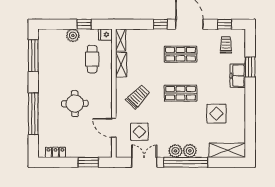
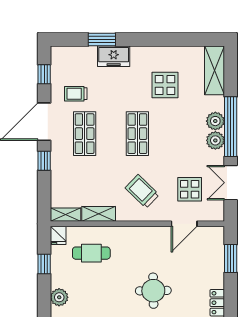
plant: (73, 35) -> (59, 297), moved
trolley: (226, 45) -> (76, 94), moved
round table: (75, 104) -> (153, 291), moved

